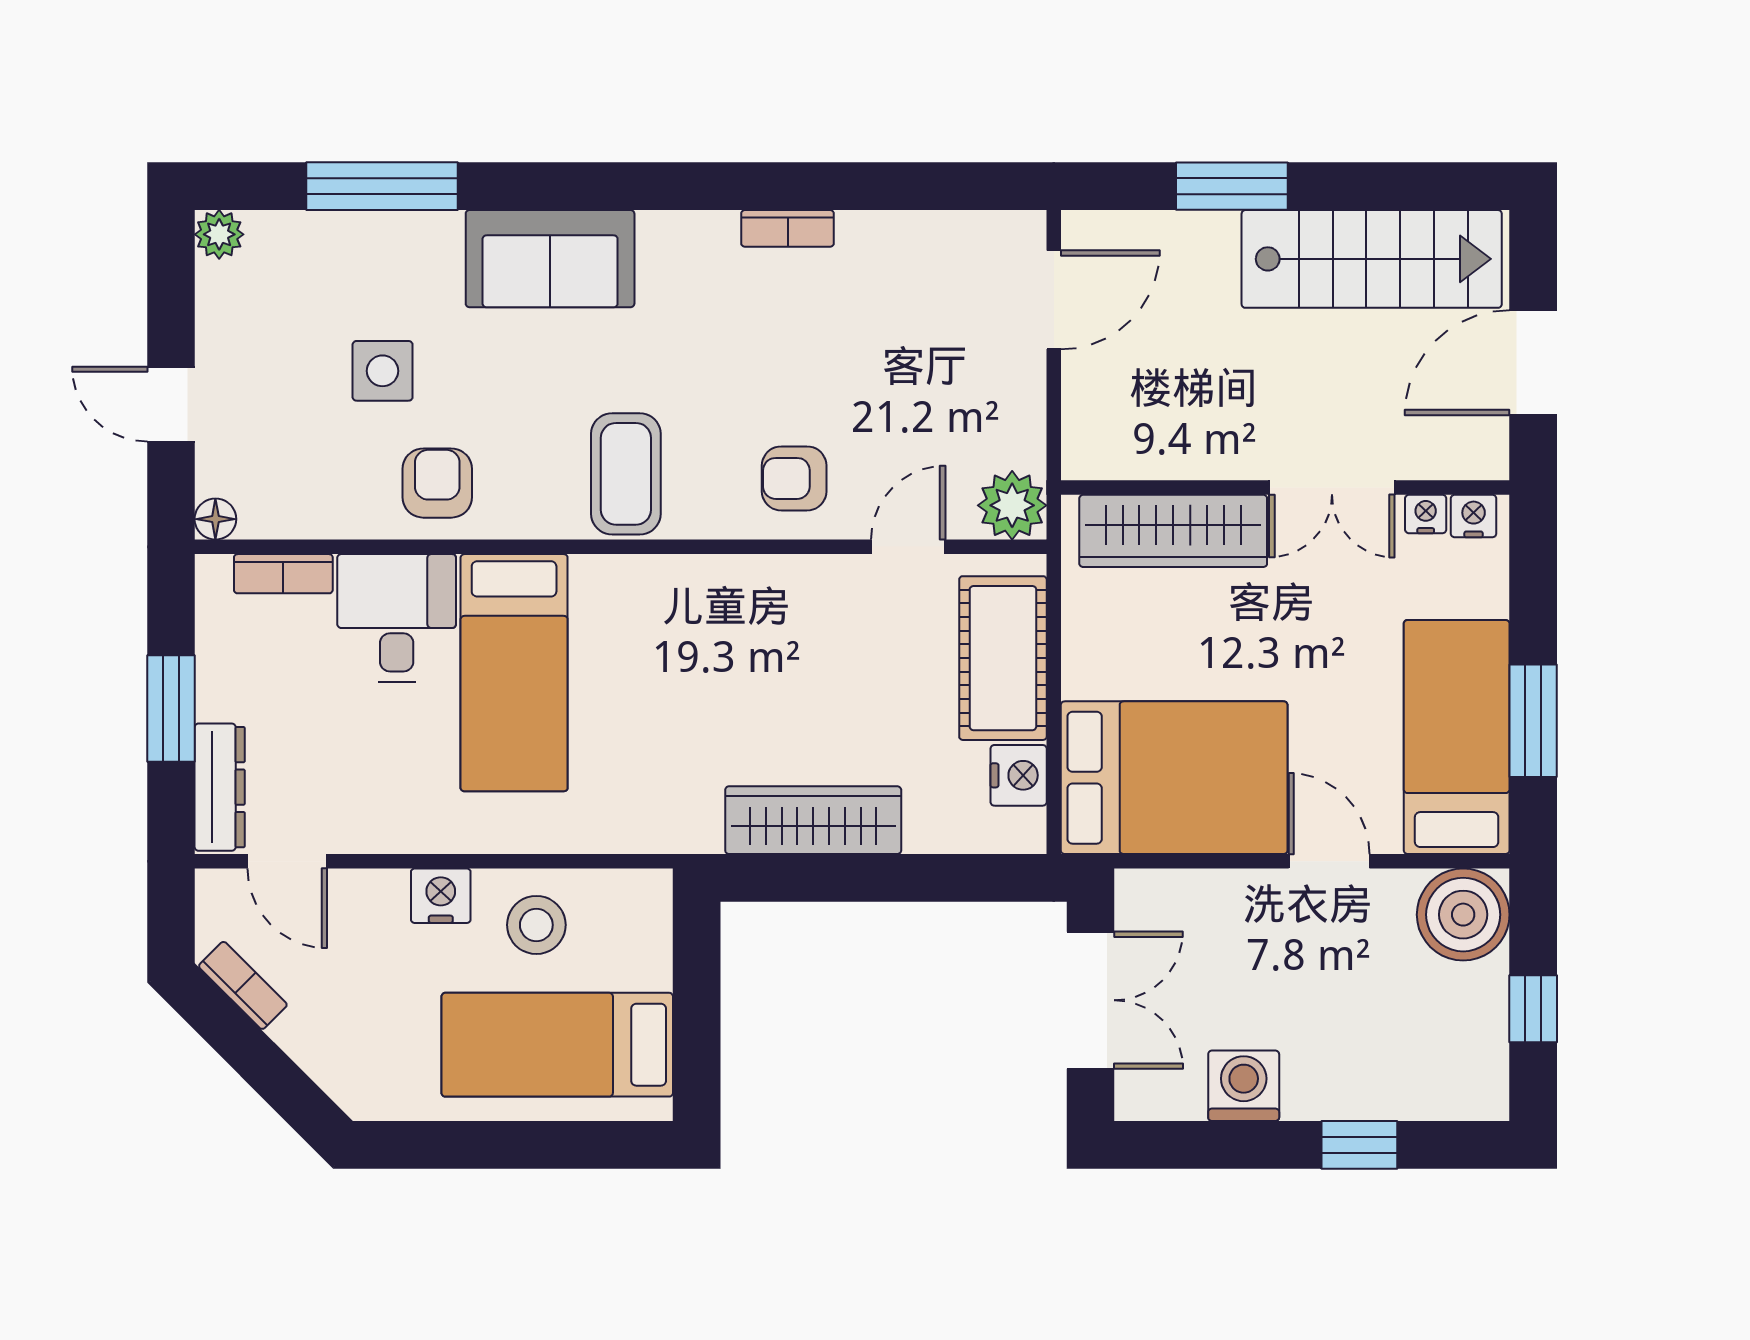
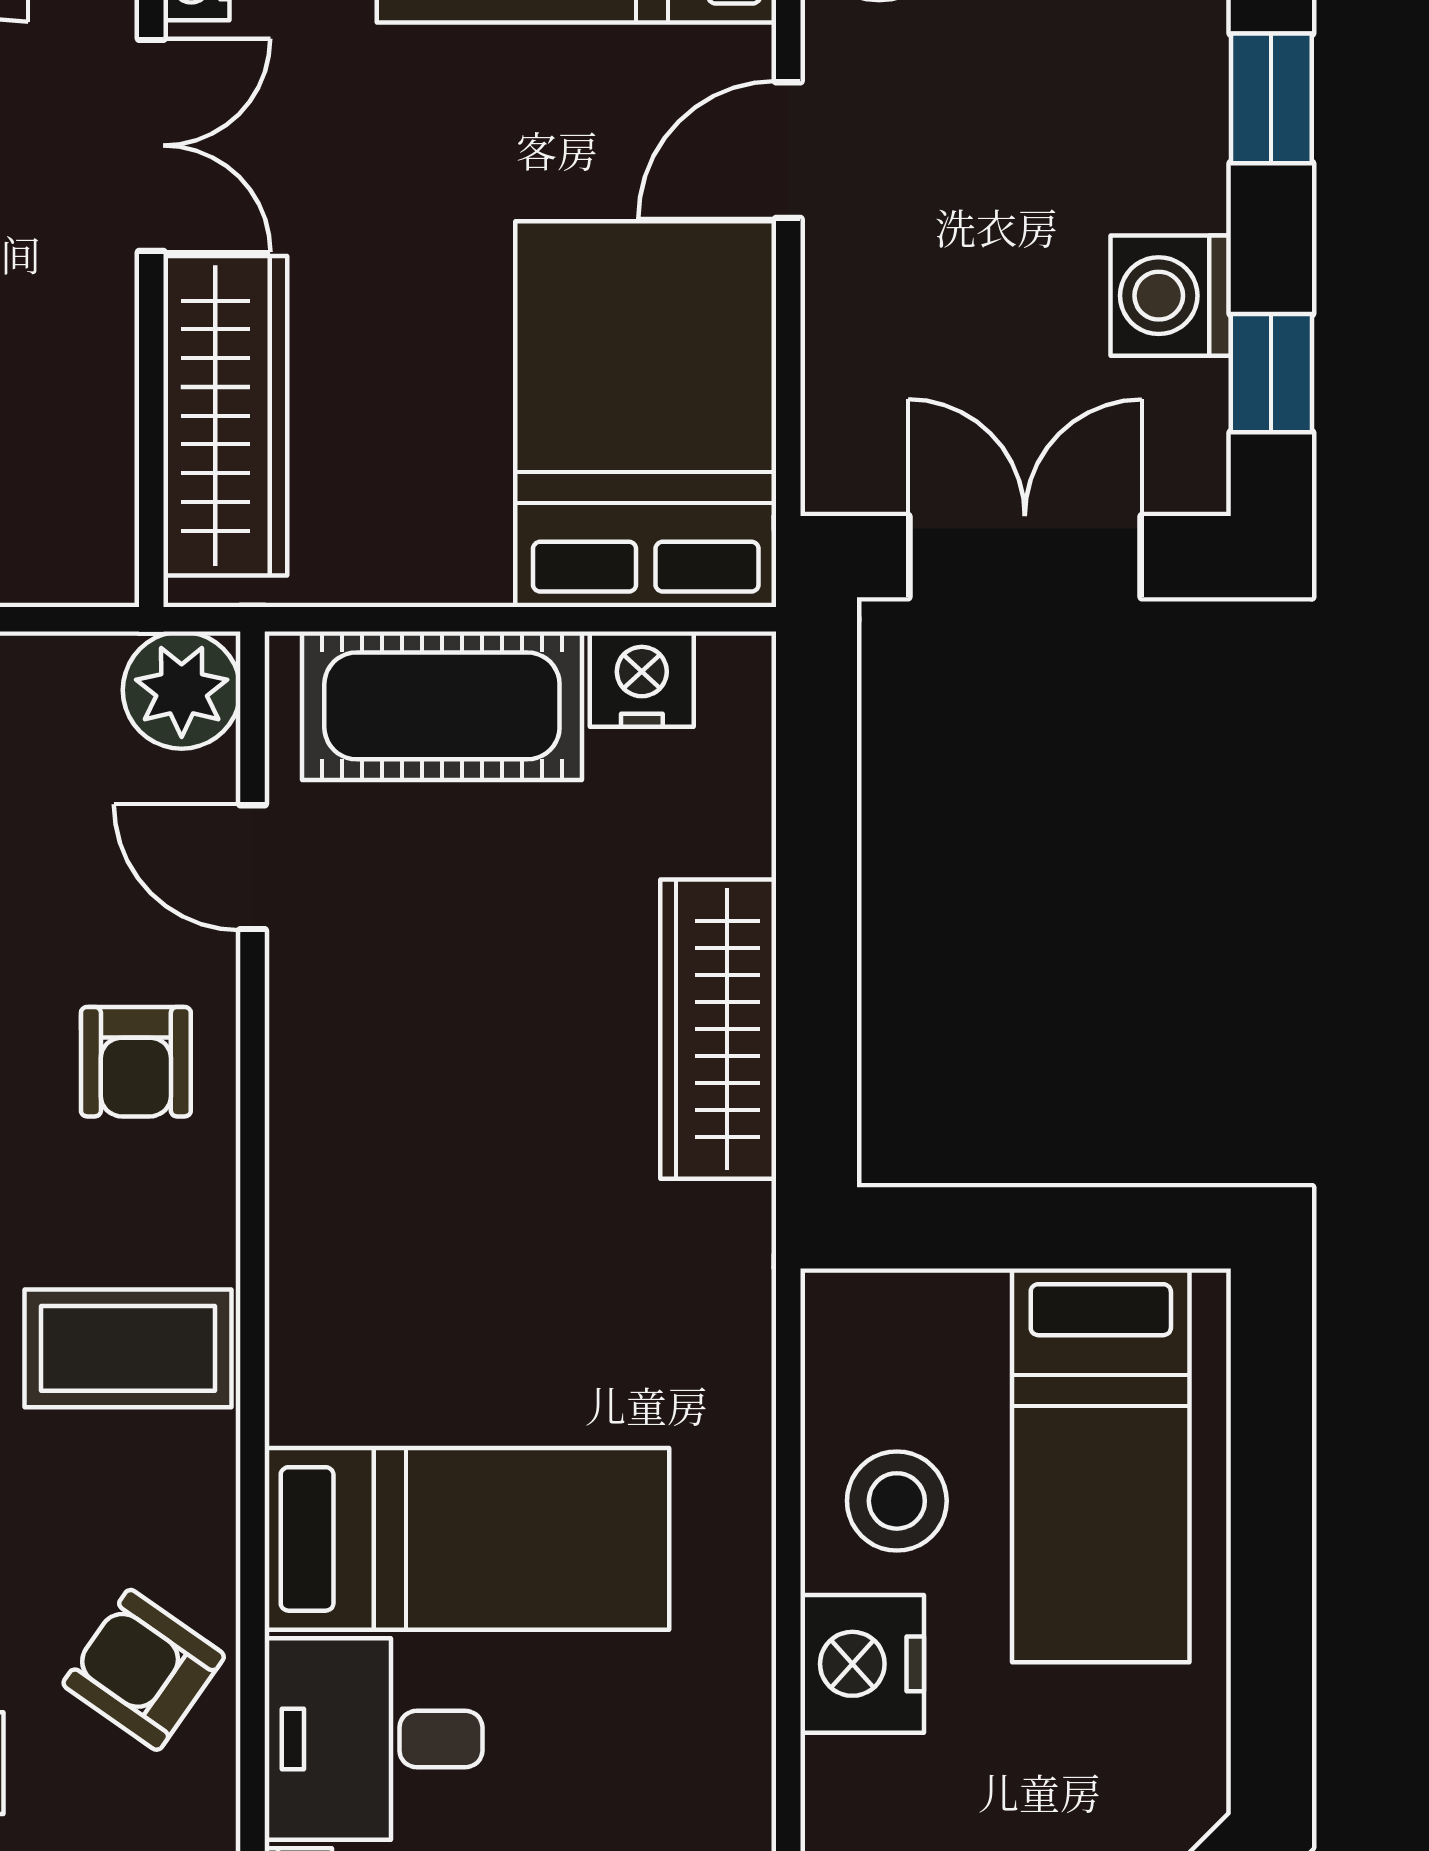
armchair: (437, 483) -> (144, 1670), turned 35
nightstand: (441, 896) -> (862, 1664), width x1.36, depth x1.33
window: (1198, 1145) -> (1271, 373), added

